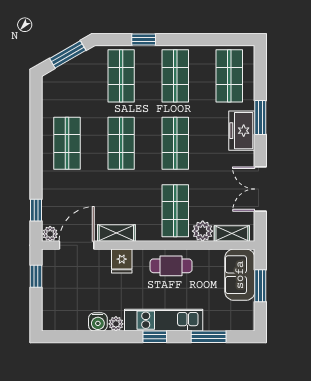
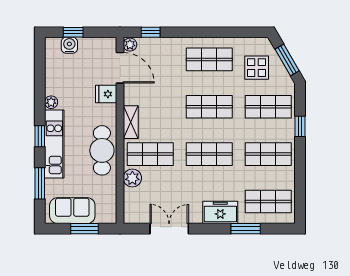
display table: (76, 89) -> (257, 68), added
window: (260, 117) -> (246, 229), moved
shelving: (116, 233) -> (131, 122), moved
shelving: (232, 234) -> (130, 204), removed
fridge: (122, 261) -> (106, 94), moved
cafe table: (171, 266) -> (102, 150), width x1.37, depth x1.35
sofa: (240, 275) -> (72, 211), moved
window: (36, 276) -> (73, 32), moved
water cooler: (98, 322) -> (69, 45), moved, turned 90

